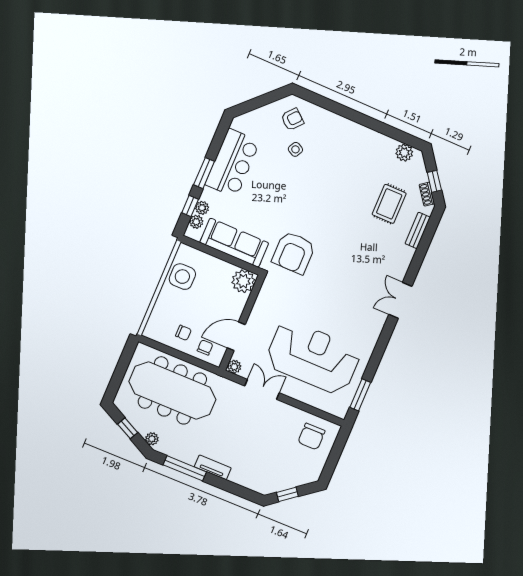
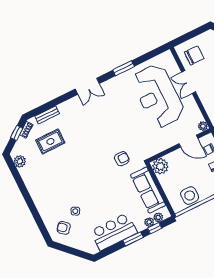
armchair: (294, 253) -> (122, 159), width x0.53, depth x0.53
double door: (262, 389) -> (189, 82), moved
window: (360, 395) -> (124, 68), moved

